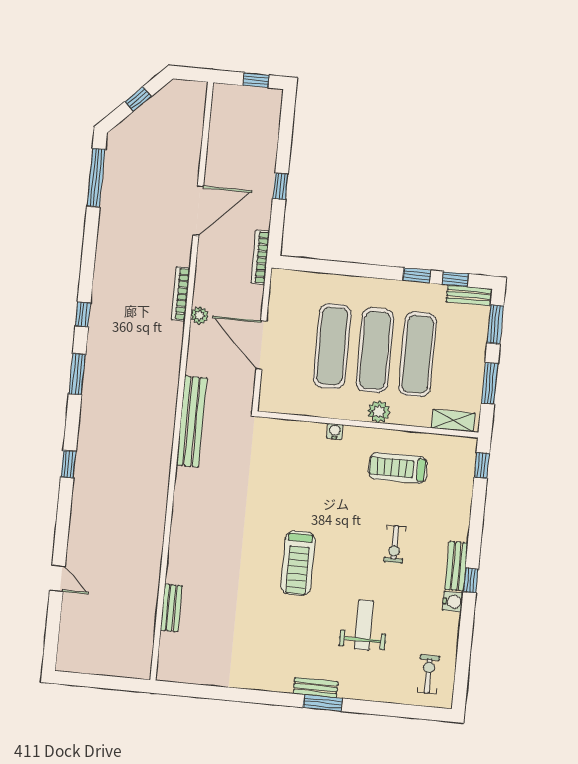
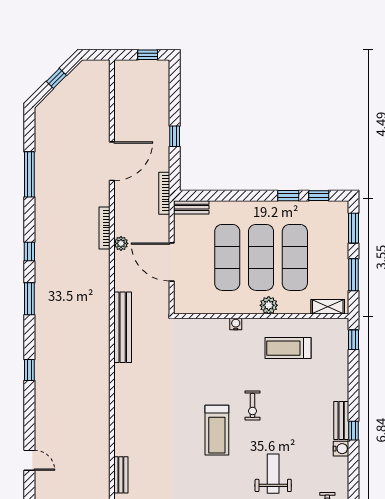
window: (96, 177) -> (29, 174), moved
bench: (469, 295) -> (191, 207), moved
exercise bike: (395, 544) -> (253, 405), moved

